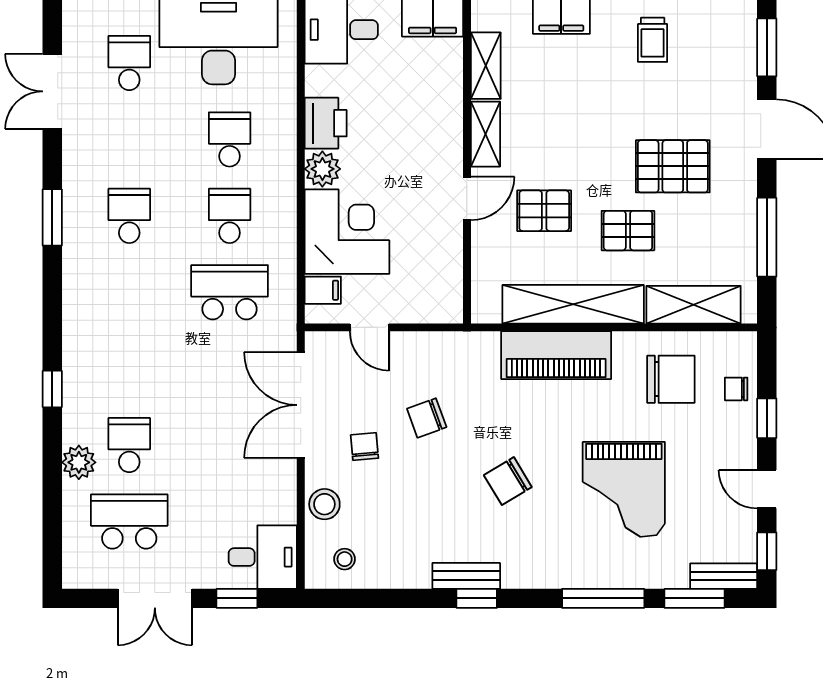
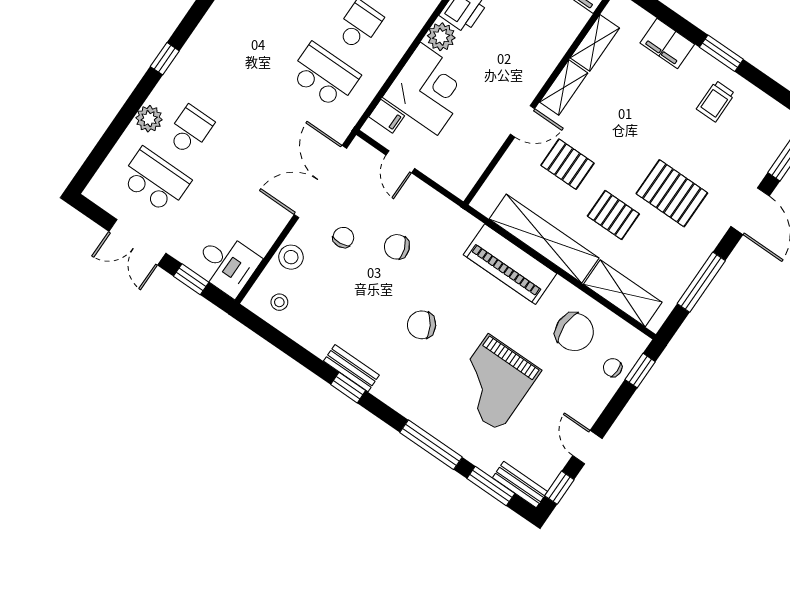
window: (767, 418) -> (640, 371), moved

